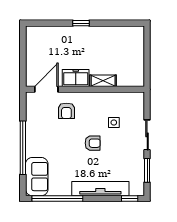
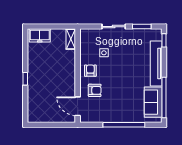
freezer: (76, 78) -> (40, 35), moved, turned -90
shelving: (103, 81) -> (71, 39), moved
armchair: (93, 143) -> (90, 71), moved
sofa: (37, 177) -> (153, 102), moved, turned -90

